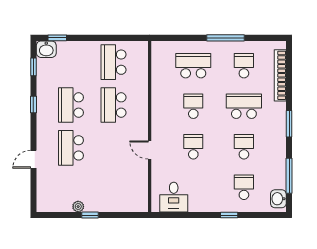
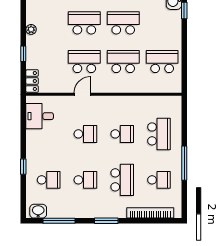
school desk: (114, 148) -> (84, 62), added
locker: (135, 205) -> (32, 81), added
window: (90, 215) -> (23, 54), moved

